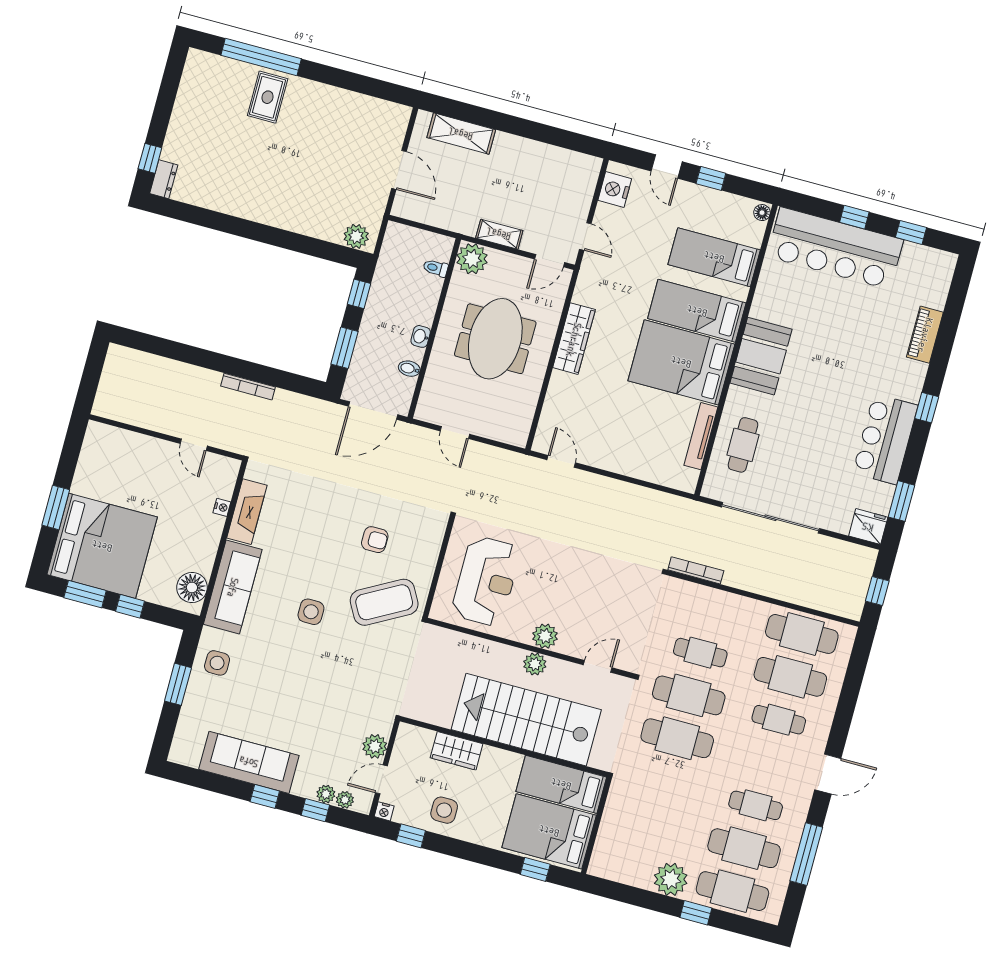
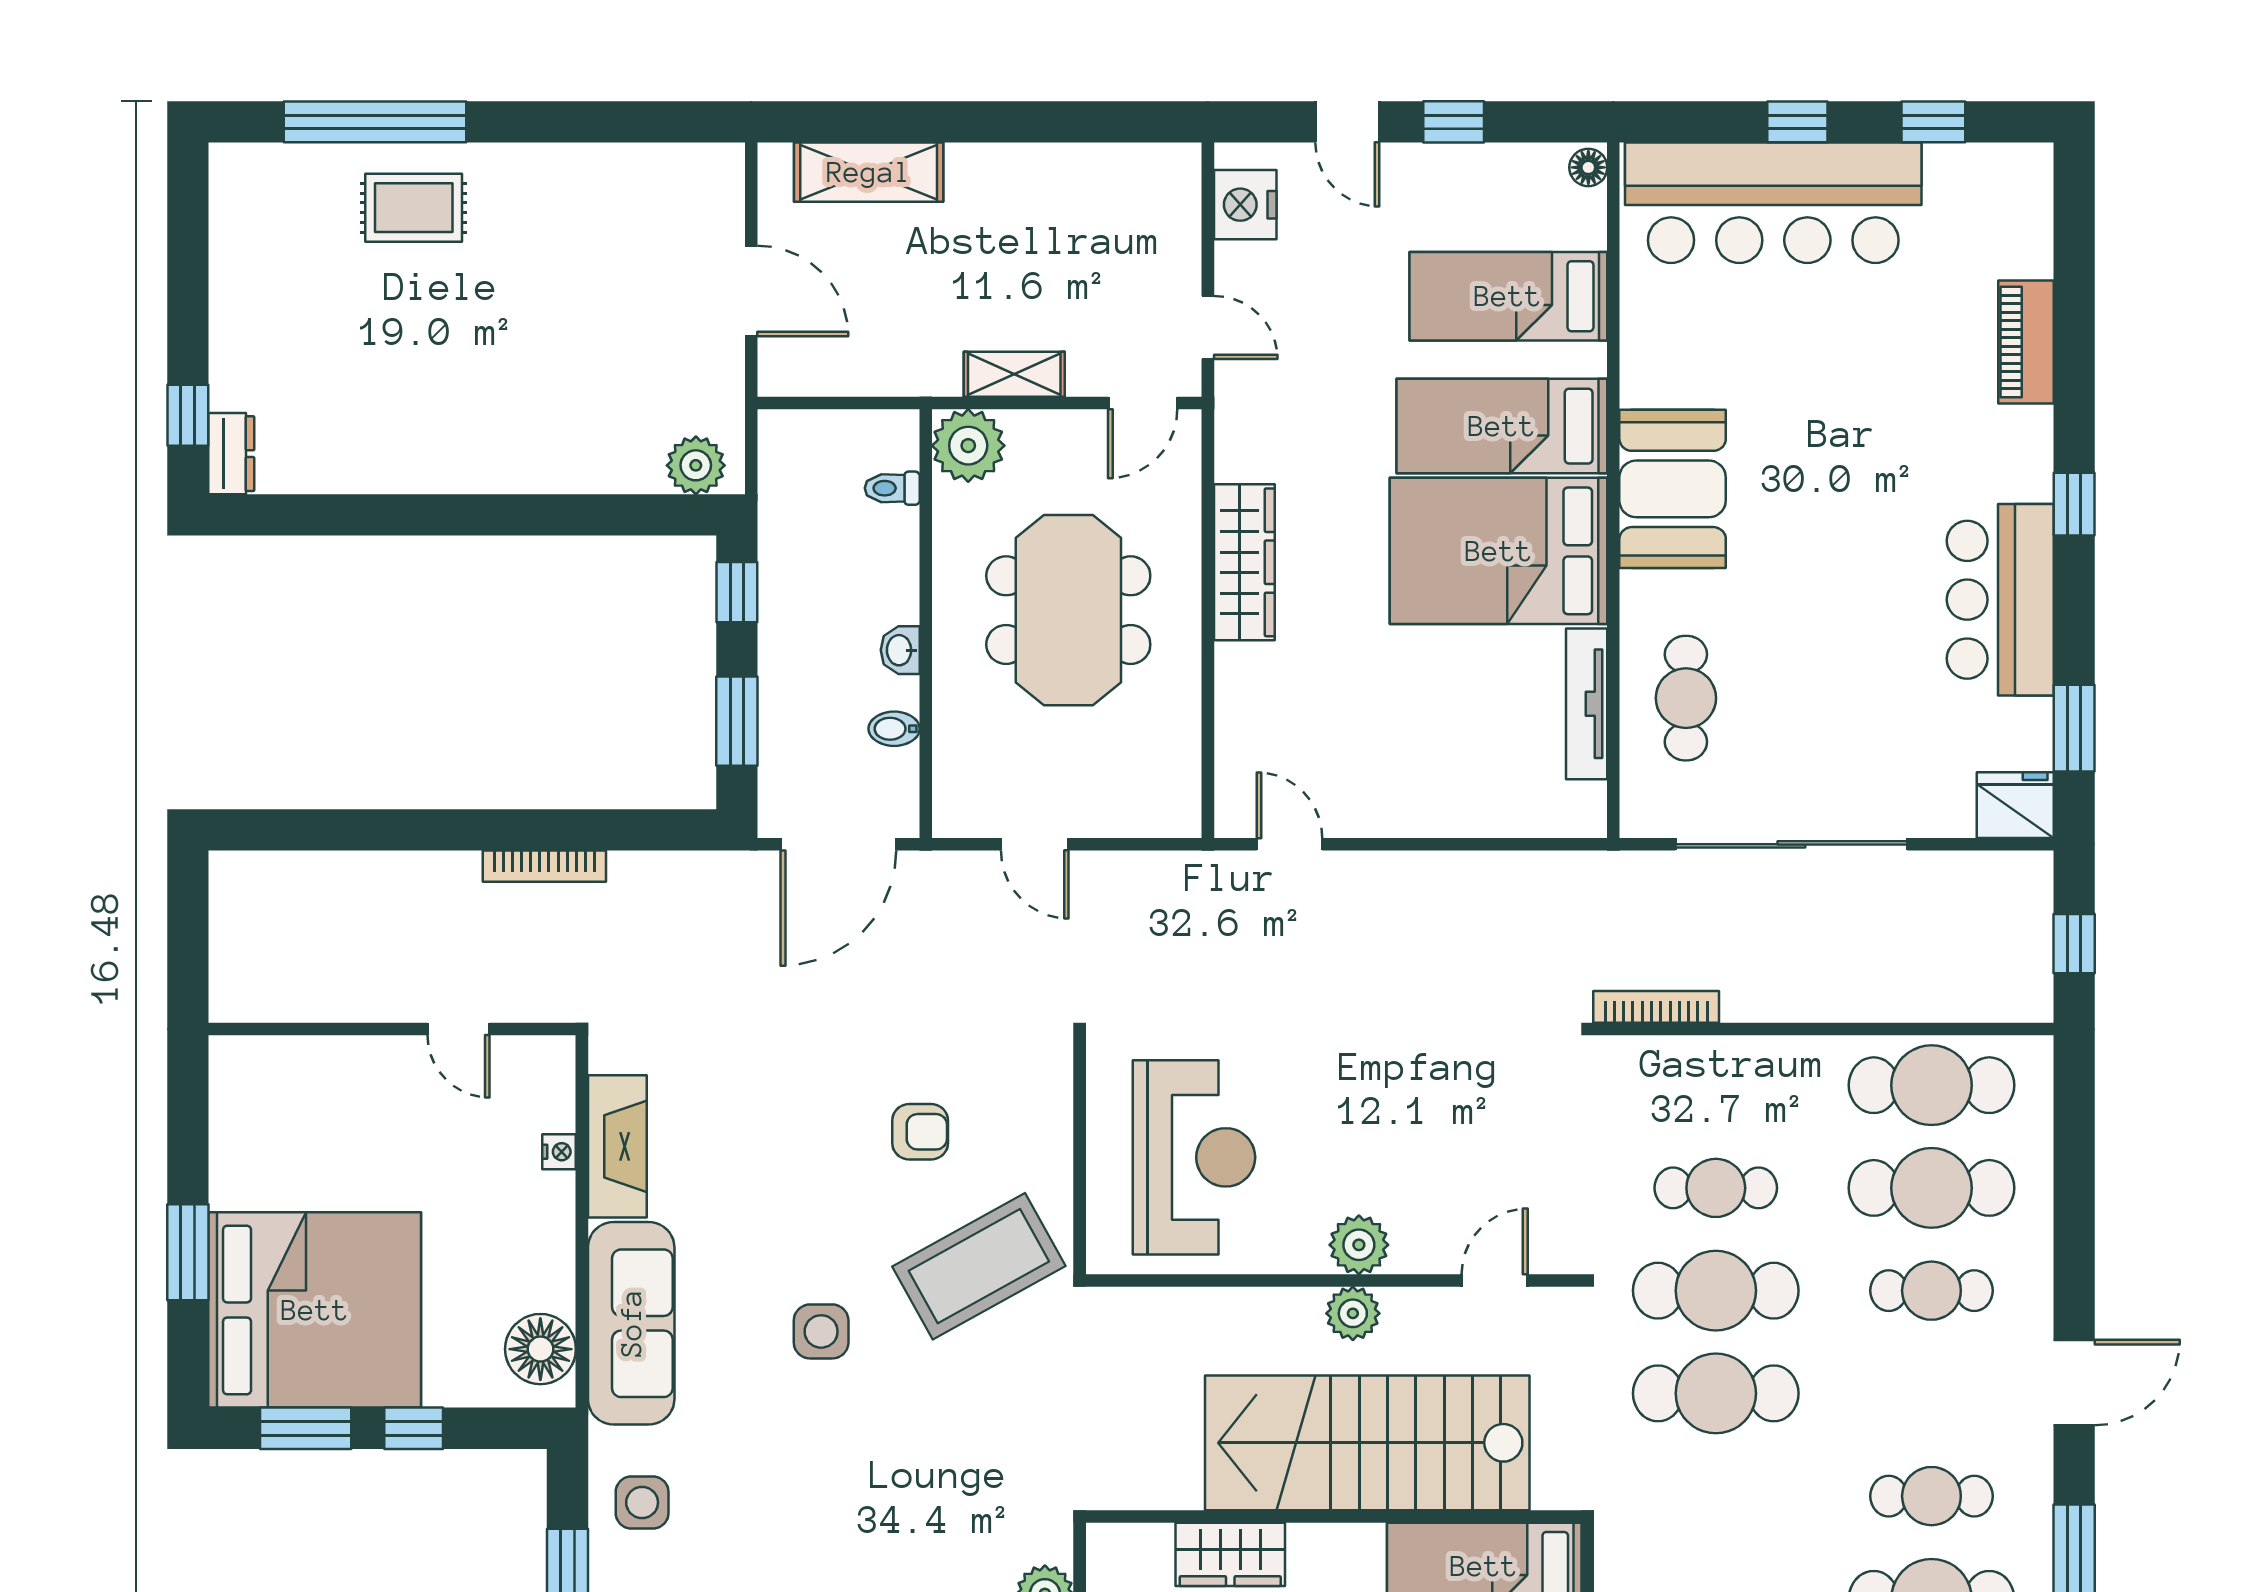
rug: (268, 97) -> (414, 208), turned 90

